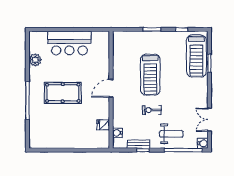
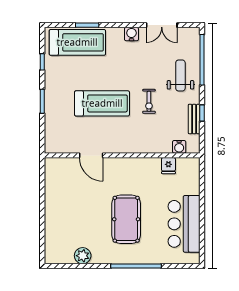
bar counter: (69, 43) -> (184, 224), moved, turned 180
door: (111, 88) -> (91, 155), moved
water cooler: (203, 143) -> (131, 34), moved

